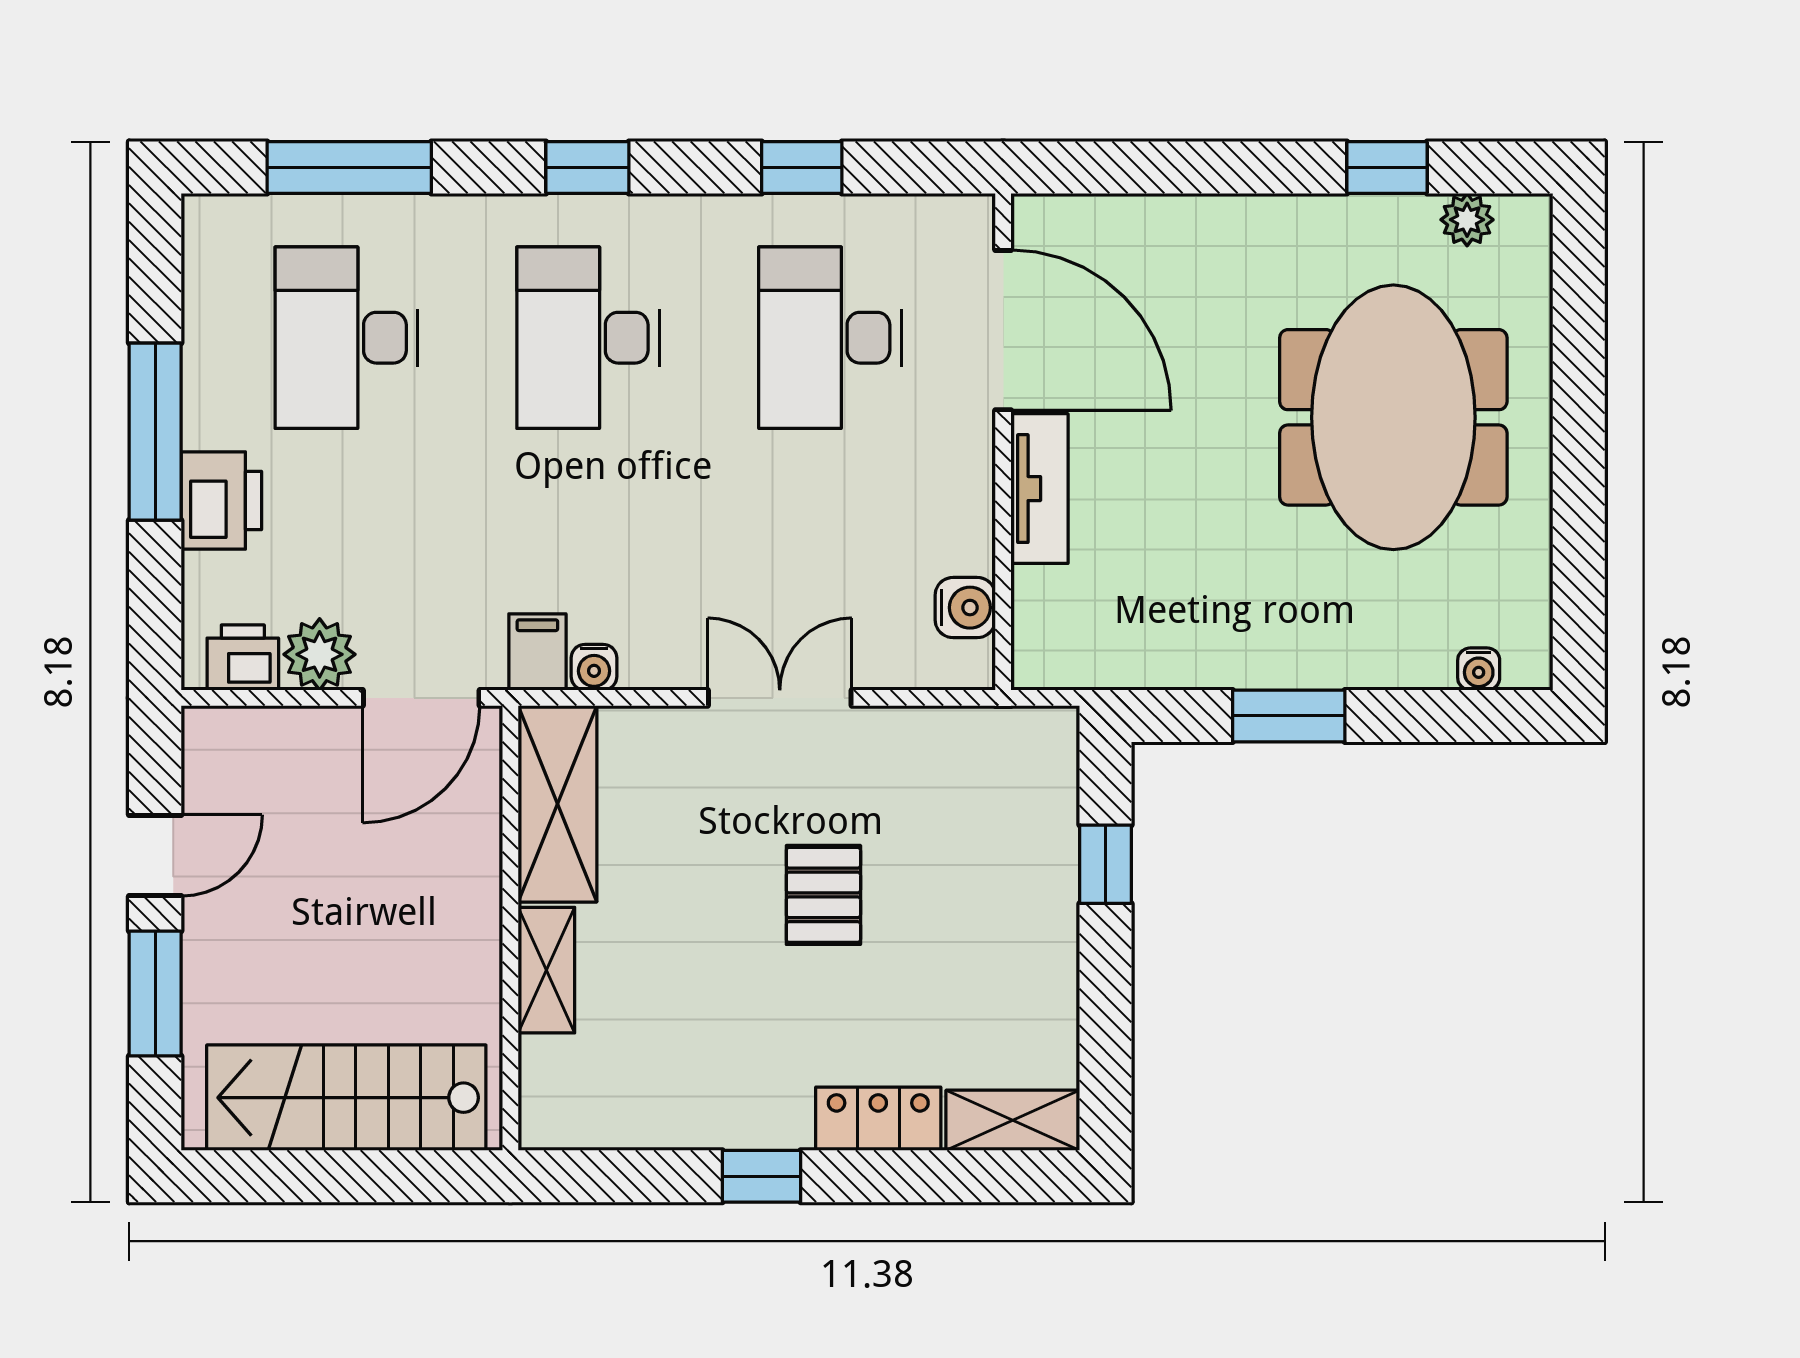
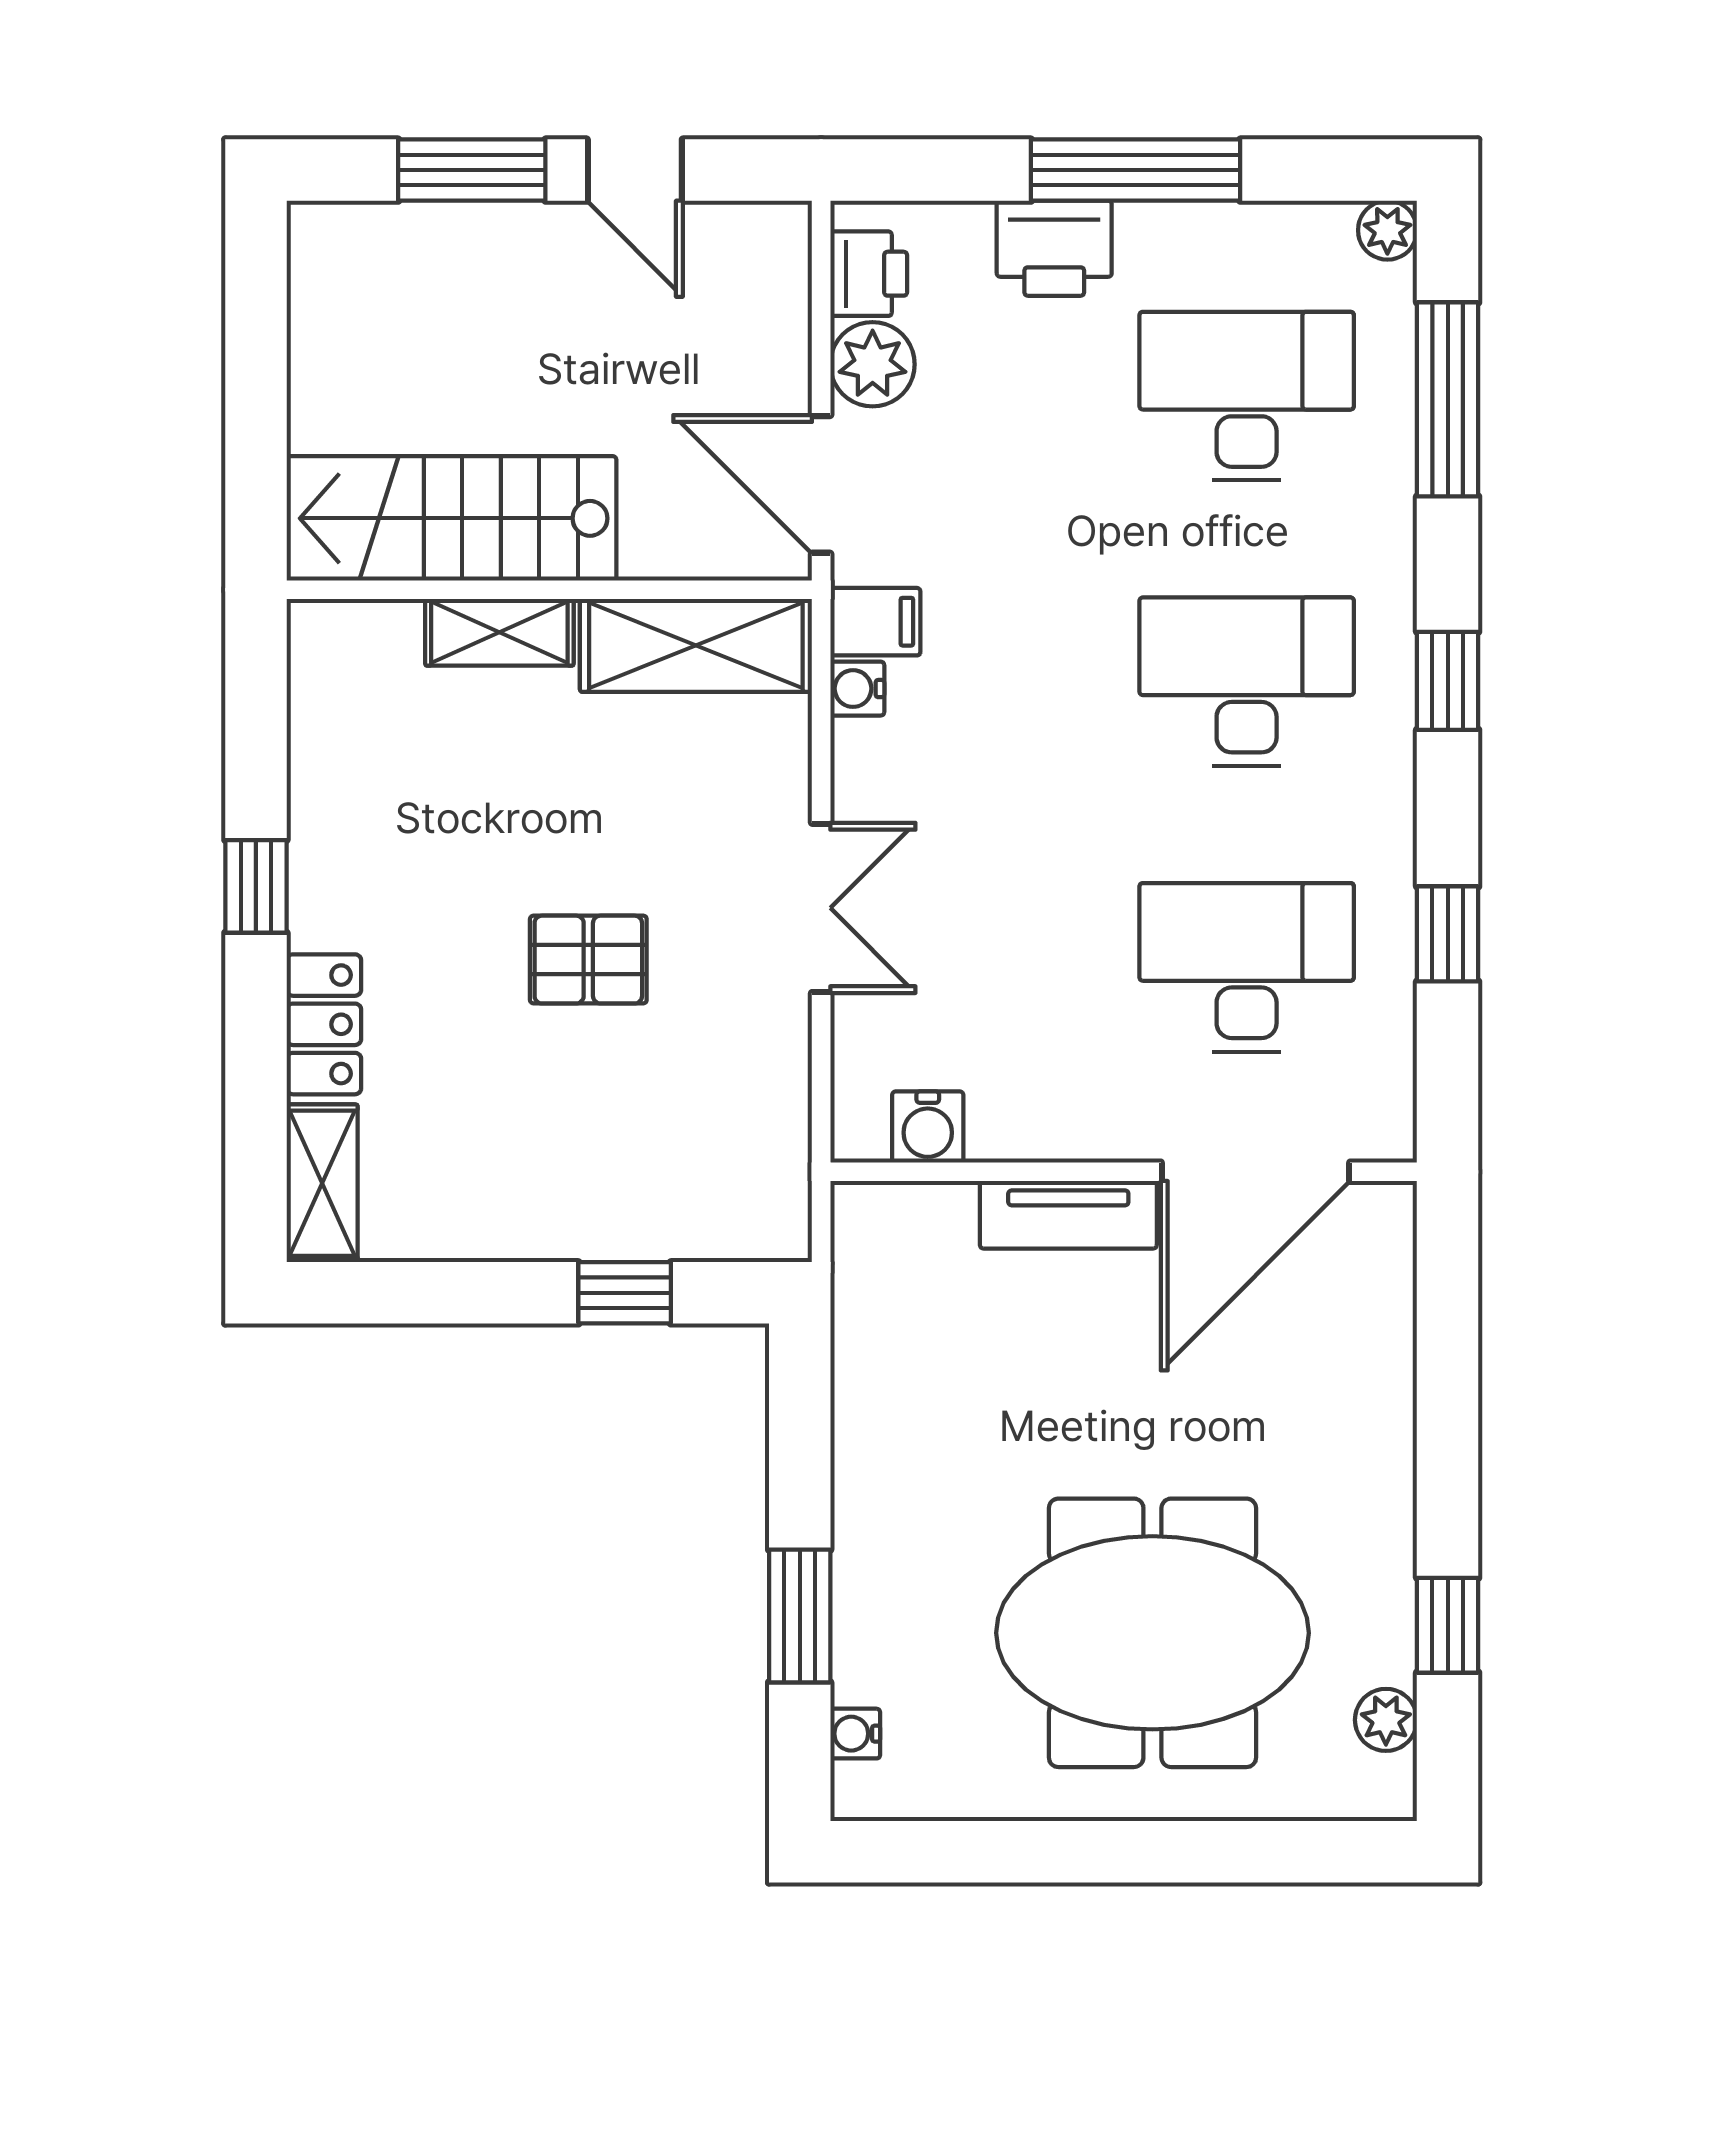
plant: (206, 218) -> (1387, 230), added
window: (1289, 716) -> (800, 1616), moved
stairs: (346, 1098) -> (451, 518), moved, turned -90

